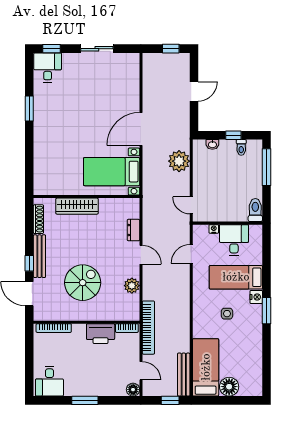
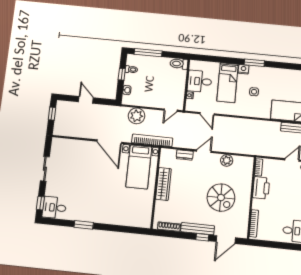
wardrobe: (77, 206) -> (163, 184), moved
spiral stairs: (83, 283) -> (221, 198), turned 180
bookcase: (148, 328) -> (152, 140), moved

